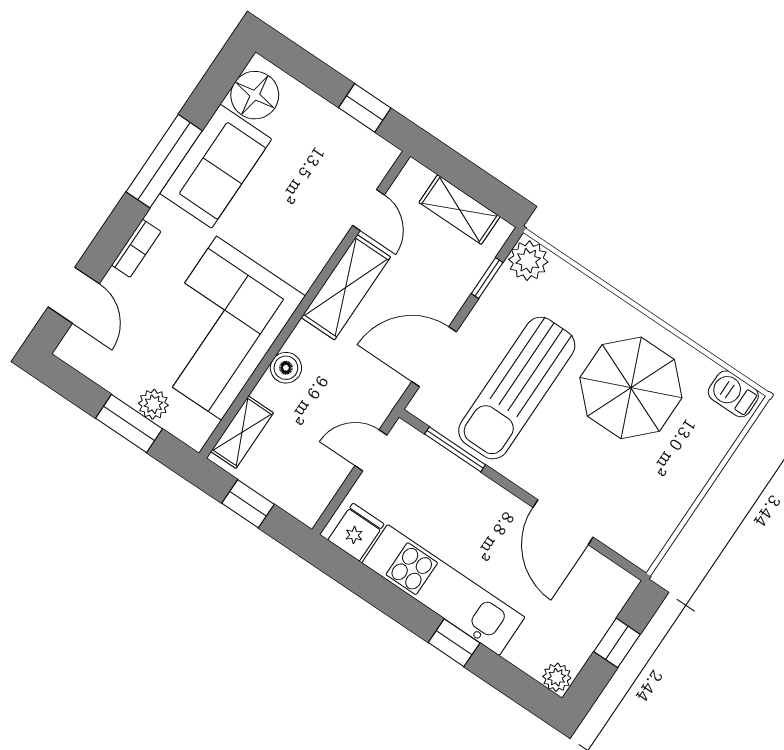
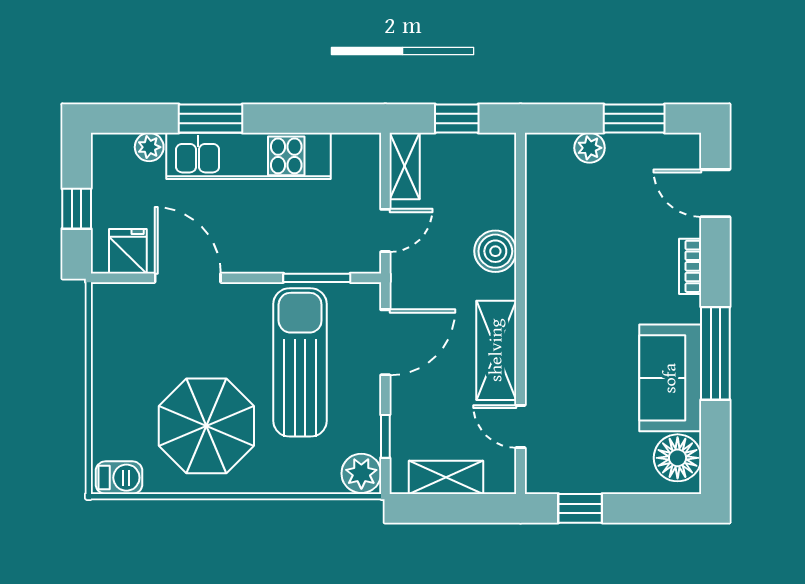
corner sofa: (219, 328) -> (578, 247), removed
boiler: (286, 368) -> (495, 251), width x1.36, depth x1.36
window: (129, 424) -> (634, 118), moved
shelving: (242, 432) -> (405, 166), moved
fridge: (356, 532) -> (128, 251), moved, turned 180
window: (454, 643) -> (211, 118), width x1.50
plant: (557, 677) -> (149, 147), moved

